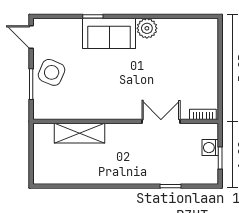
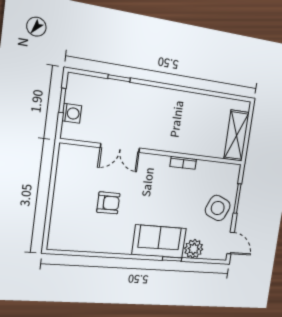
plant: (147, 28) -> (194, 249), moved
armchair: (165, 68) -> (108, 203), added
bookcase: (203, 114) -> (183, 163), moved
shelving: (79, 133) -> (236, 136), moved, turned 90

